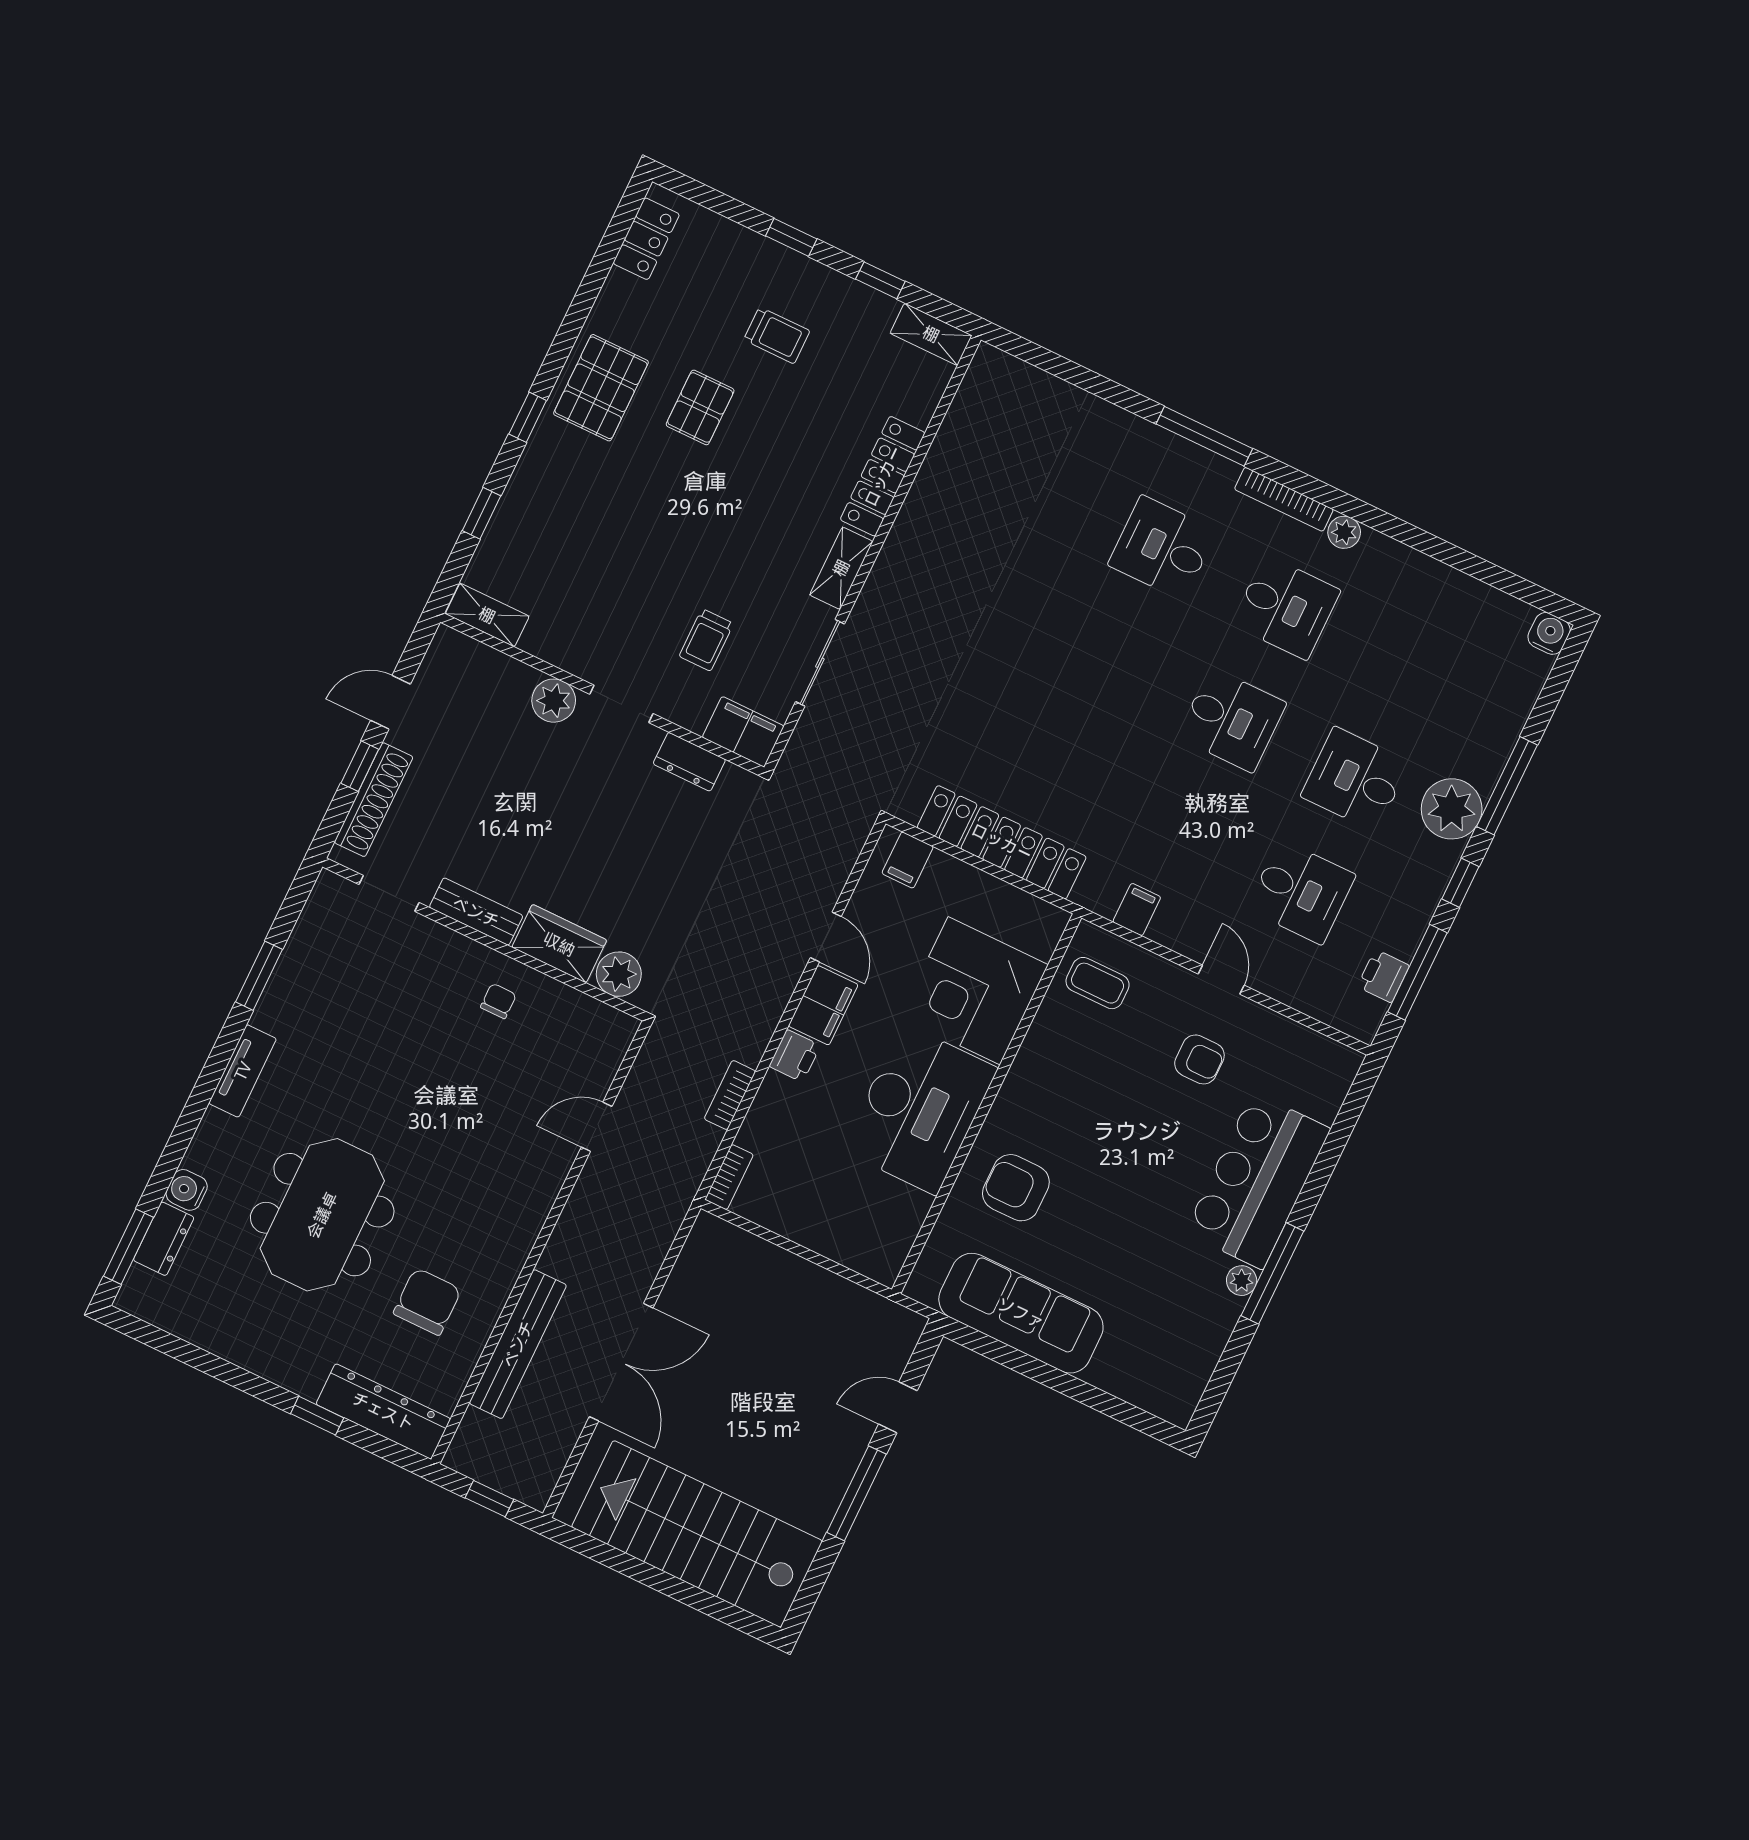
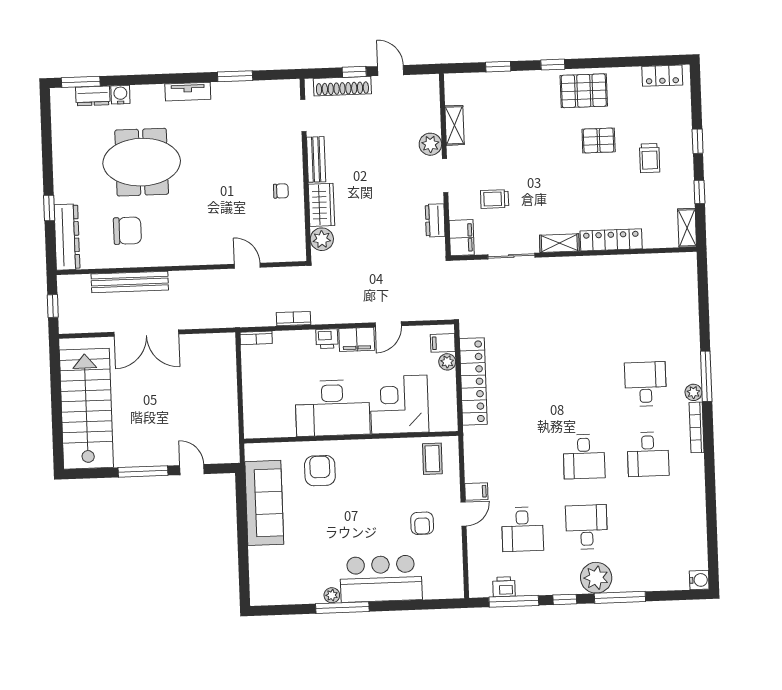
plant: (1344, 532) -> (693, 392), moved
shelving: (487, 615) -> (455, 125), moved
plant: (944, 869) -> (447, 362), added
filing cabinet: (1137, 909) -> (476, 491), moved

